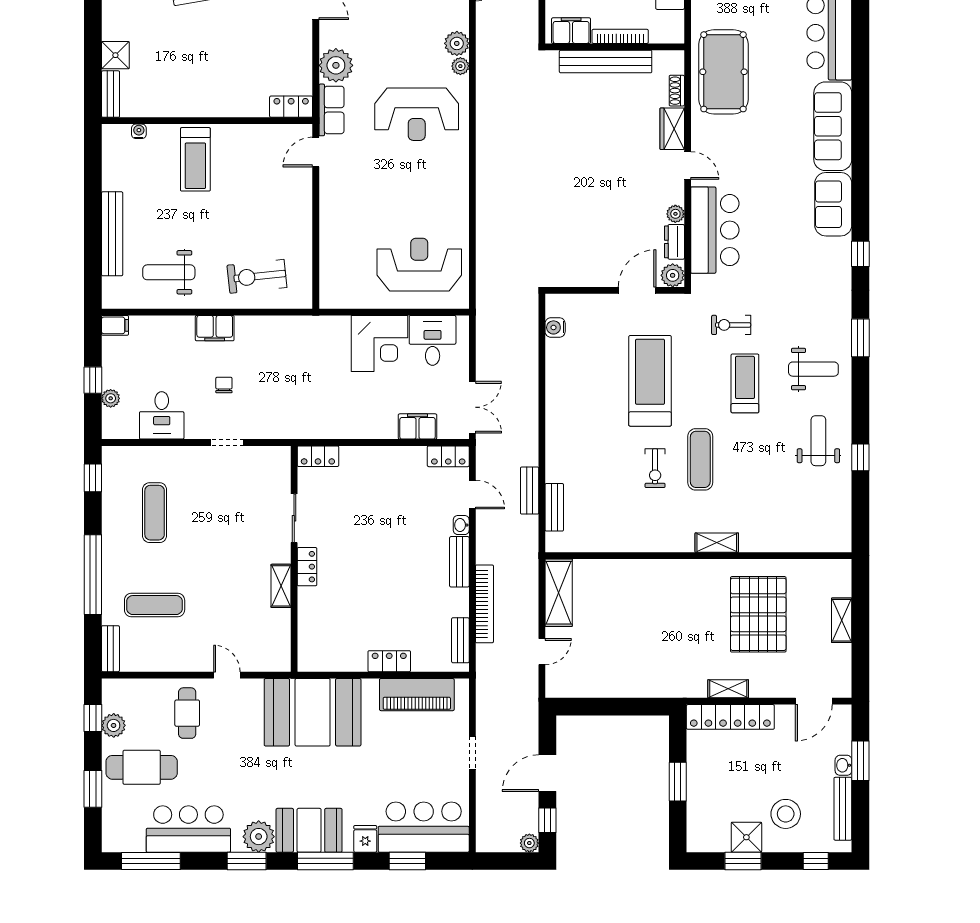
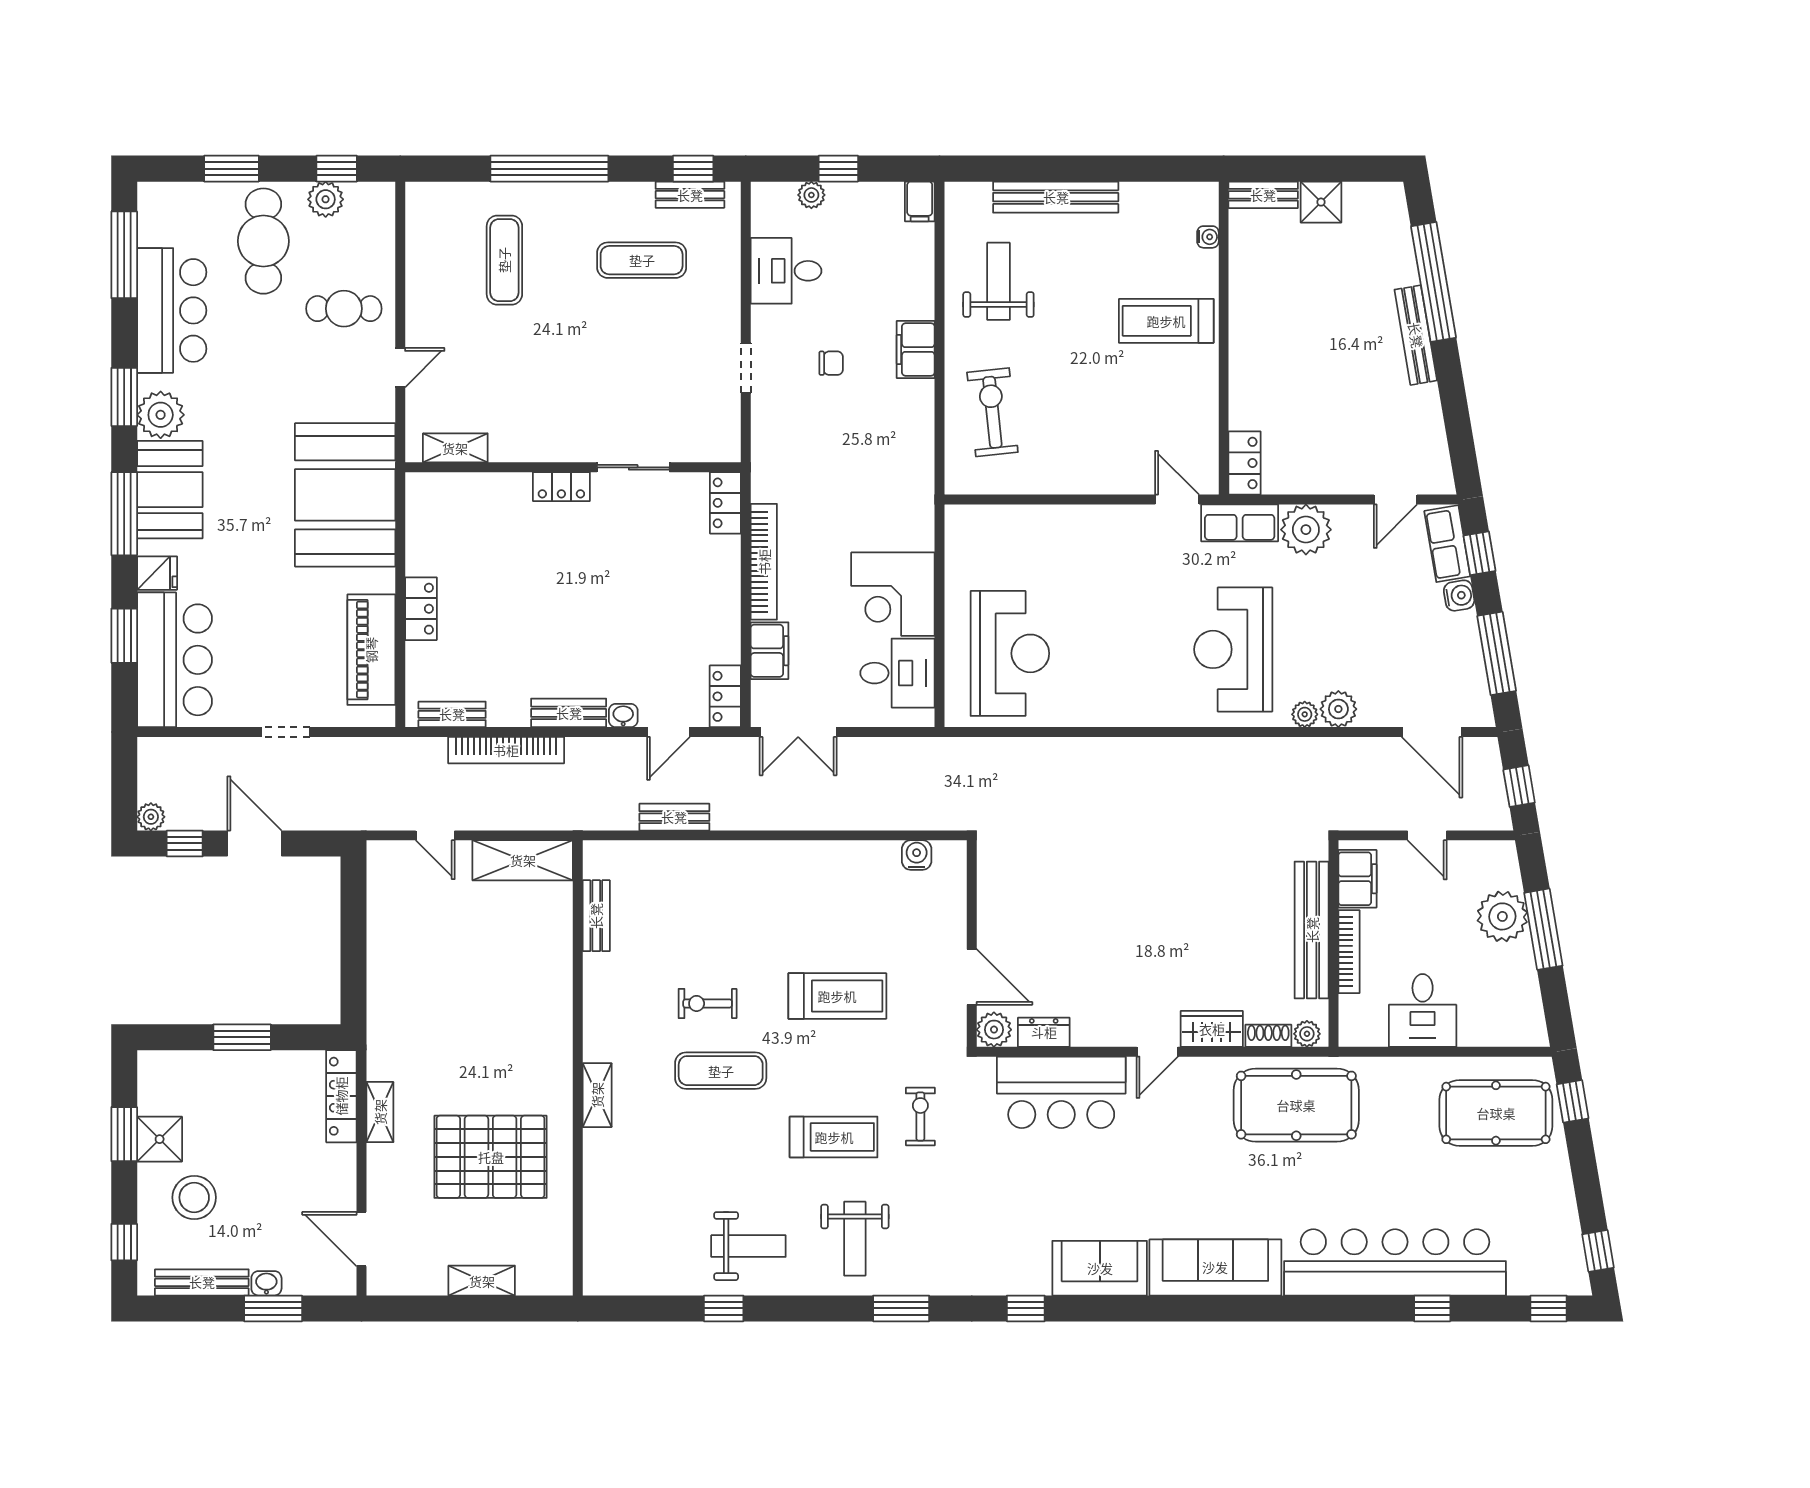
plant: (675, 214) -> (1307, 1034), moved
treadmill: (650, 381) -> (837, 996), width x0.73, depth x0.73
bookcase: (358, 430) -> (764, 562), added
bench: (554, 507) -> (596, 916), moved, turned 90
shelving: (281, 586) -> (455, 448), moved
bench: (110, 649) -> (690, 195), moved
locker: (730, 717) -> (341, 1096), width x0.71, depth x0.83

